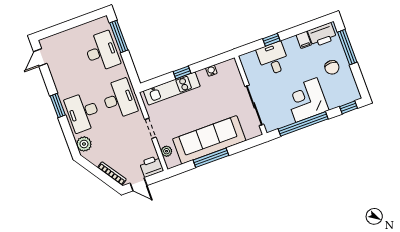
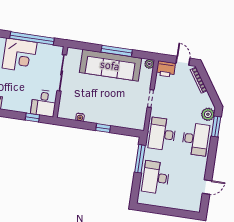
window: (119, 36) -> (140, 159), moved
window: (271, 40) -> (32, 118), moved
door: (40, 58) -> (207, 187), moved
desk: (273, 59) -> (44, 103), moved
kitchen unit: (172, 89) -> (118, 120), removed
window: (58, 105) -> (216, 127), moved
plant: (167, 151) -> (149, 64), moved

